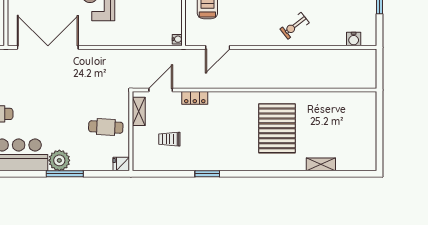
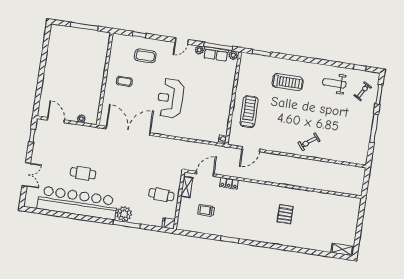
water cooler: (354, 39) -> (350, 158), removed
pallet: (277, 128) -> (285, 214), width x0.49, depth x0.50
shelving: (321, 164) -> (342, 249), moved

